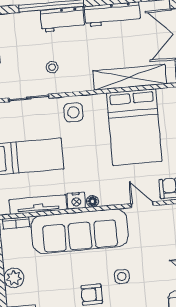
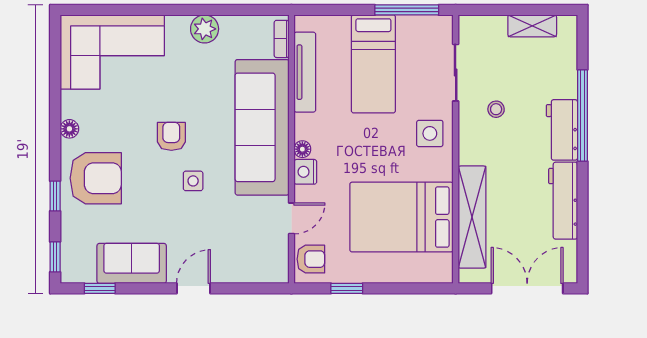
nightstand: (76, 201) -> (305, 172), moved

